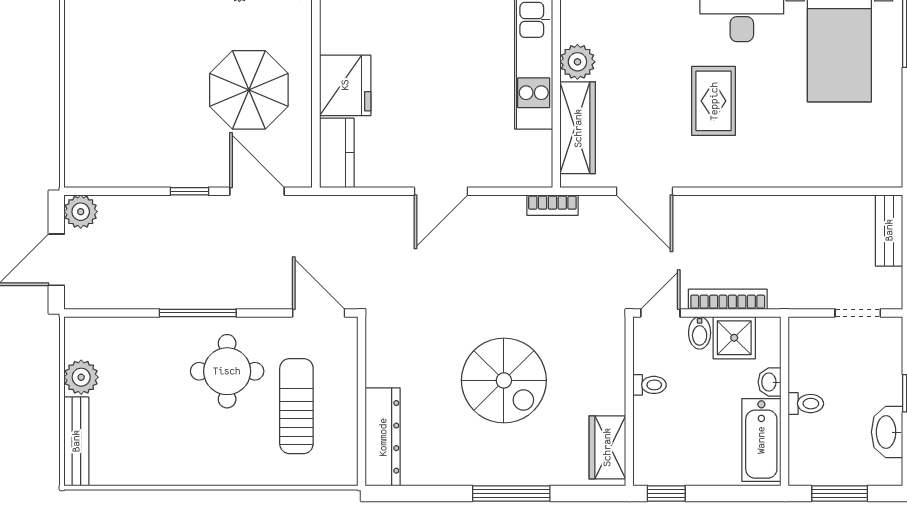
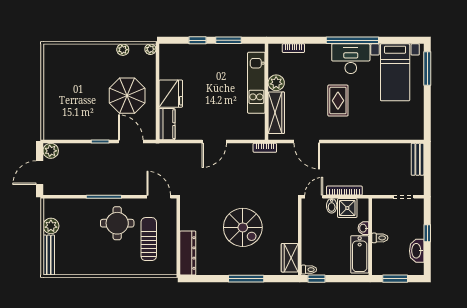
toilet: (650, 385) -> (309, 270), moved

